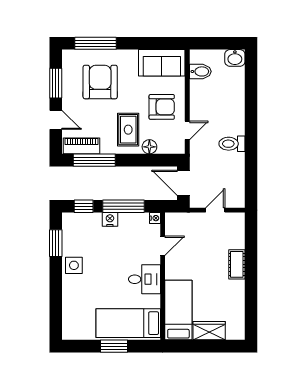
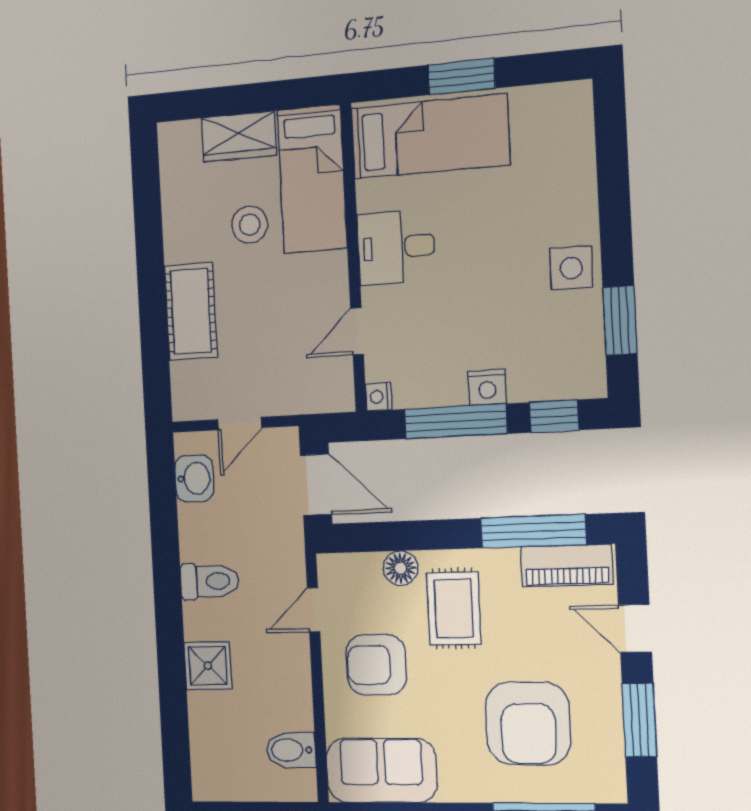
washbasin: (235, 58) -> (194, 478), moved, turned 90
shower: (235, 108) -> (208, 666), added
cot: (237, 264) -> (191, 311), width x1.37, depth x1.34
stool: (206, 293) -> (250, 225), added

